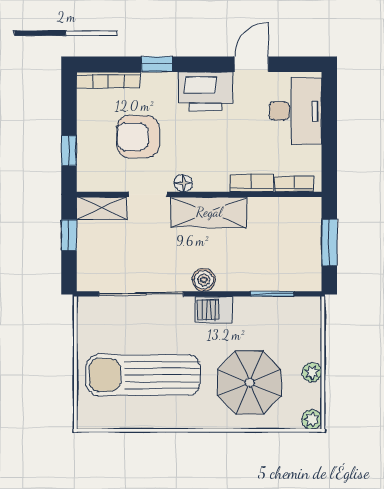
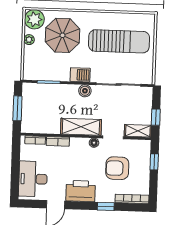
armchair: (138, 137) -> (117, 168), turned 180
plant: (312, 419) -> (34, 19), width x1.87, depth x1.87

